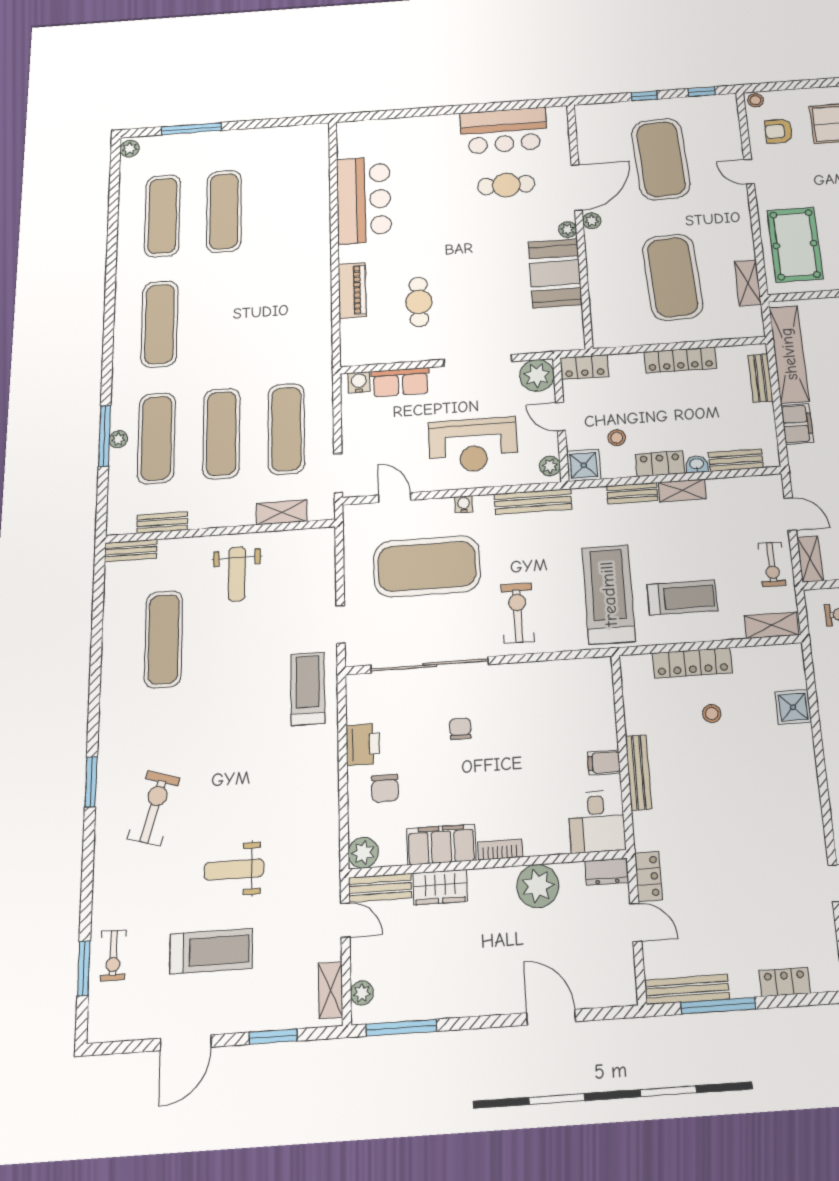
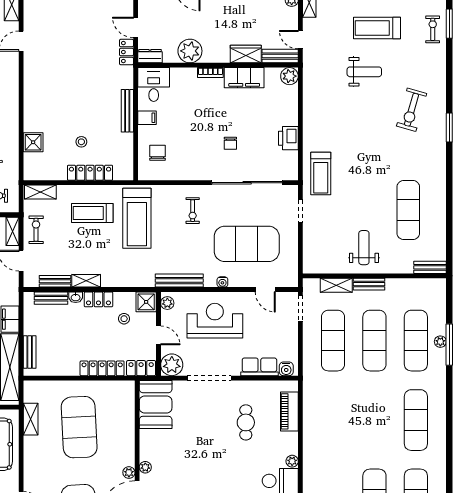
plant: (347, 254) -> (292, 461), added
booth: (555, 273) -> (156, 404), moved
piano: (352, 290) -> (289, 411), moved
locker: (680, 360) -> (102, 368), moved
bench: (632, 493) -> (55, 281), moved
bench: (162, 523) -> (369, 284), moved
exercise bike: (518, 613) -> (193, 211), width x0.73, depth x0.72
chair: (385, 788) -> (158, 153), moved

